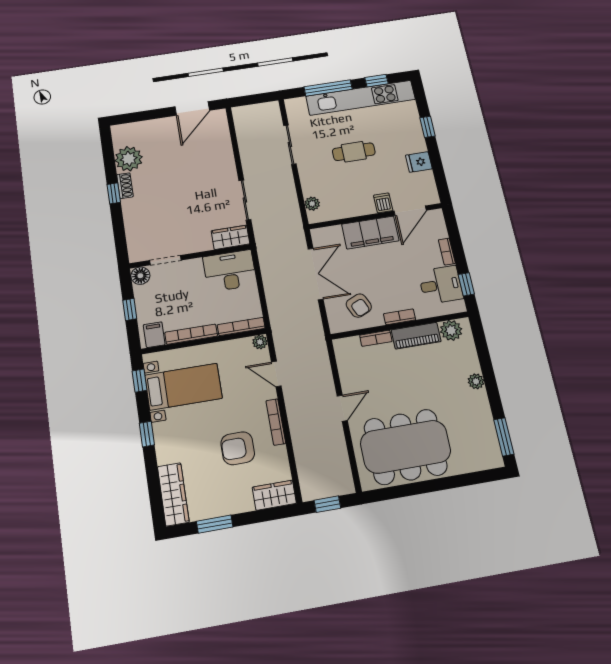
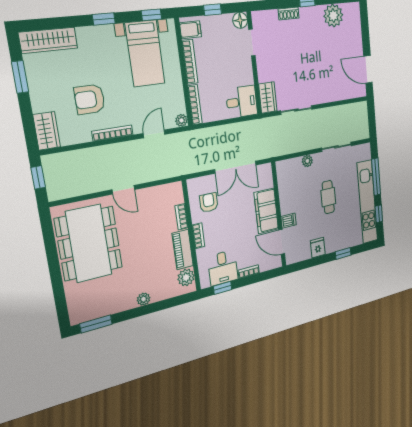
shoe rack: (125, 186) -> (289, 13), moved
plant: (312, 204) -> (307, 161), moved
desk: (230, 271) -> (242, 102), width x0.73
armchair: (359, 306) -> (209, 203), turned 114
armchair: (238, 448) -> (90, 99), turned -90

